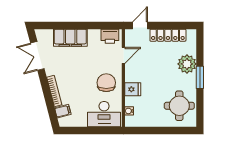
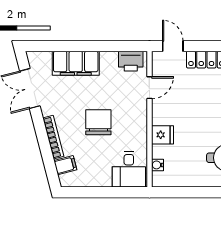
door: (140, 25) -> (173, 46), hinge flipped
chair: (106, 83) -> (98, 122), moved
desk: (104, 114) -> (129, 169), width x0.73

